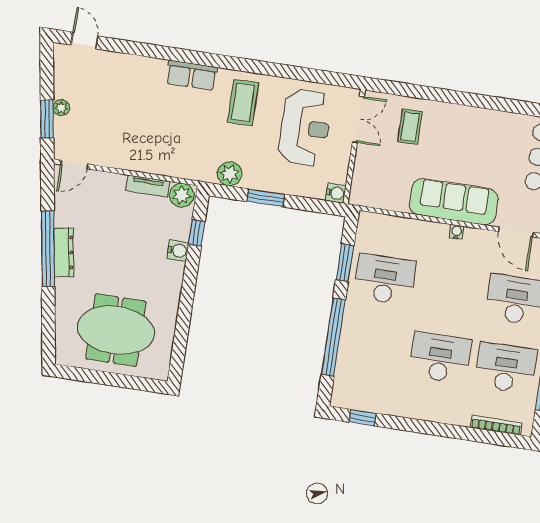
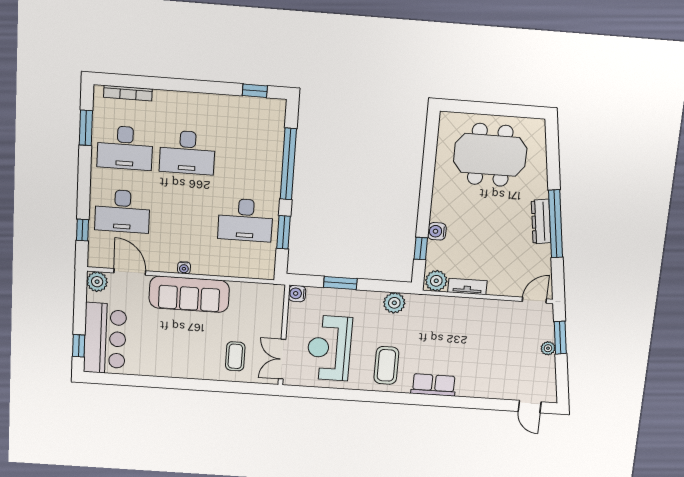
window: (266, 198) -> (340, 283), moved

